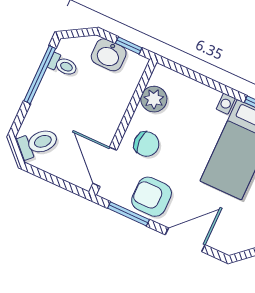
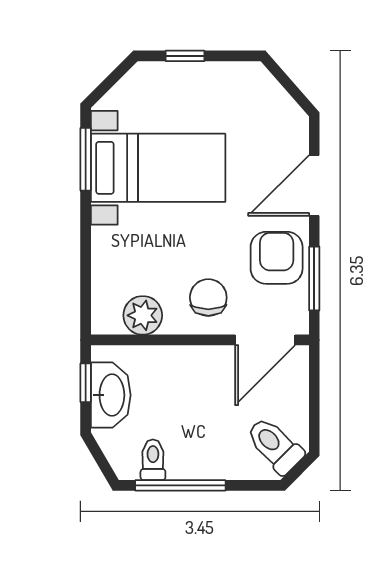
washbasin: (109, 55) -> (111, 395), width x1.38
armchair: (152, 197) -> (277, 258), turned 180
door: (185, 240) -> (314, 185), hinge flipped

